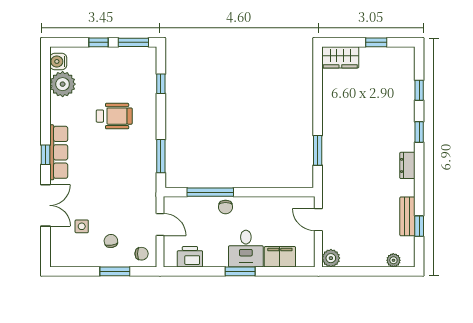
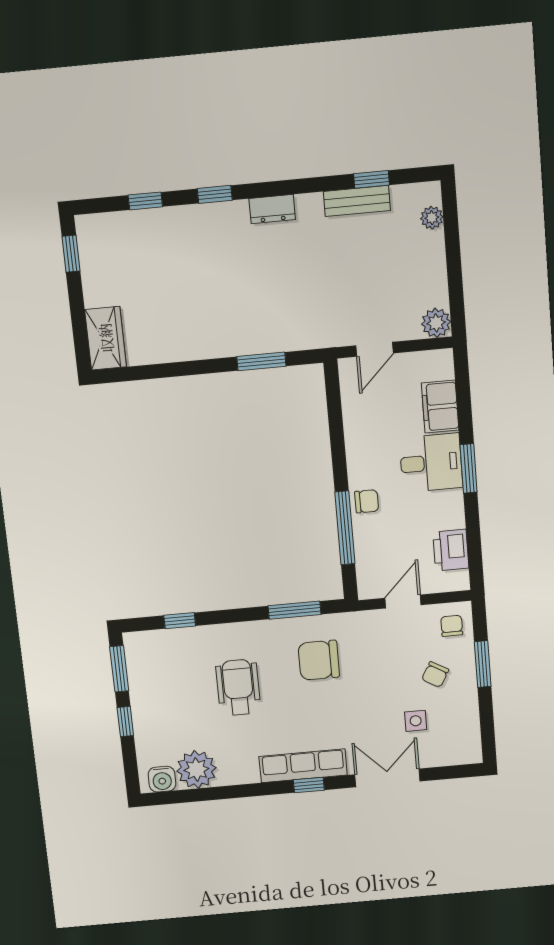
window: (376, 42) -> (71, 254), moved
chair: (127, 168) -> (319, 660), added
chair: (111, 241) -> (435, 675), turned -52

